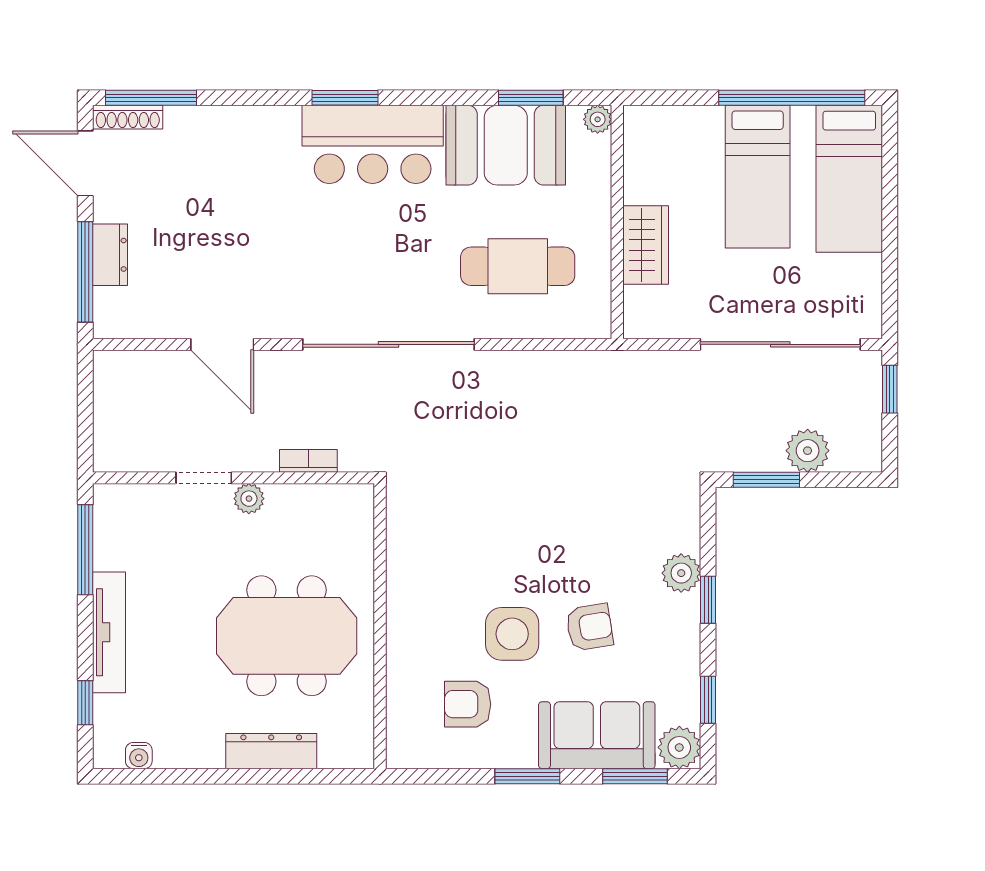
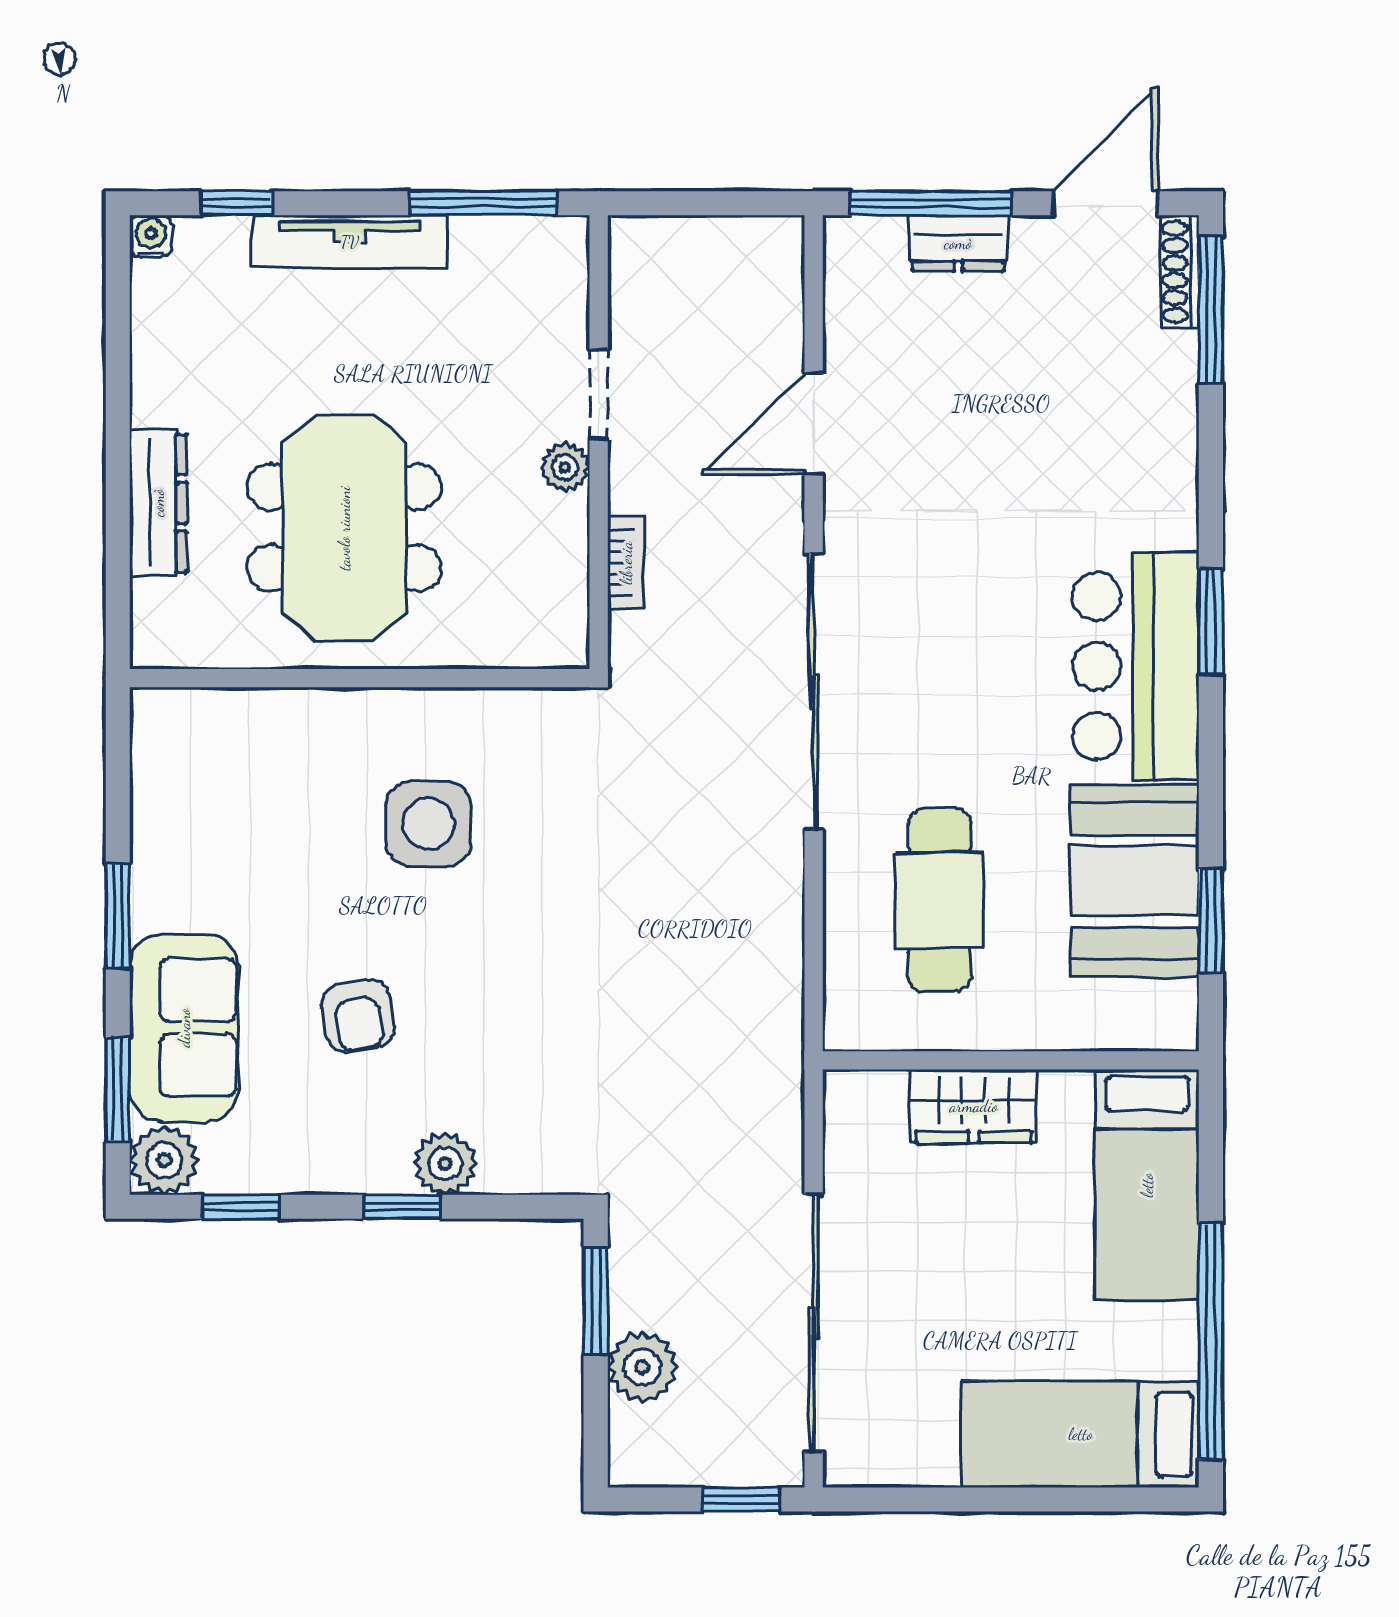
plant: (598, 119) -> (1176, 1029), removed
bed: (758, 177) -> (1147, 1185), moved, turned -90
side table: (512, 634) -> (428, 824), moved
armchair: (468, 704) -> (234, 819), removed
water cooler: (139, 756) -> (151, 237), moved, turned 90

